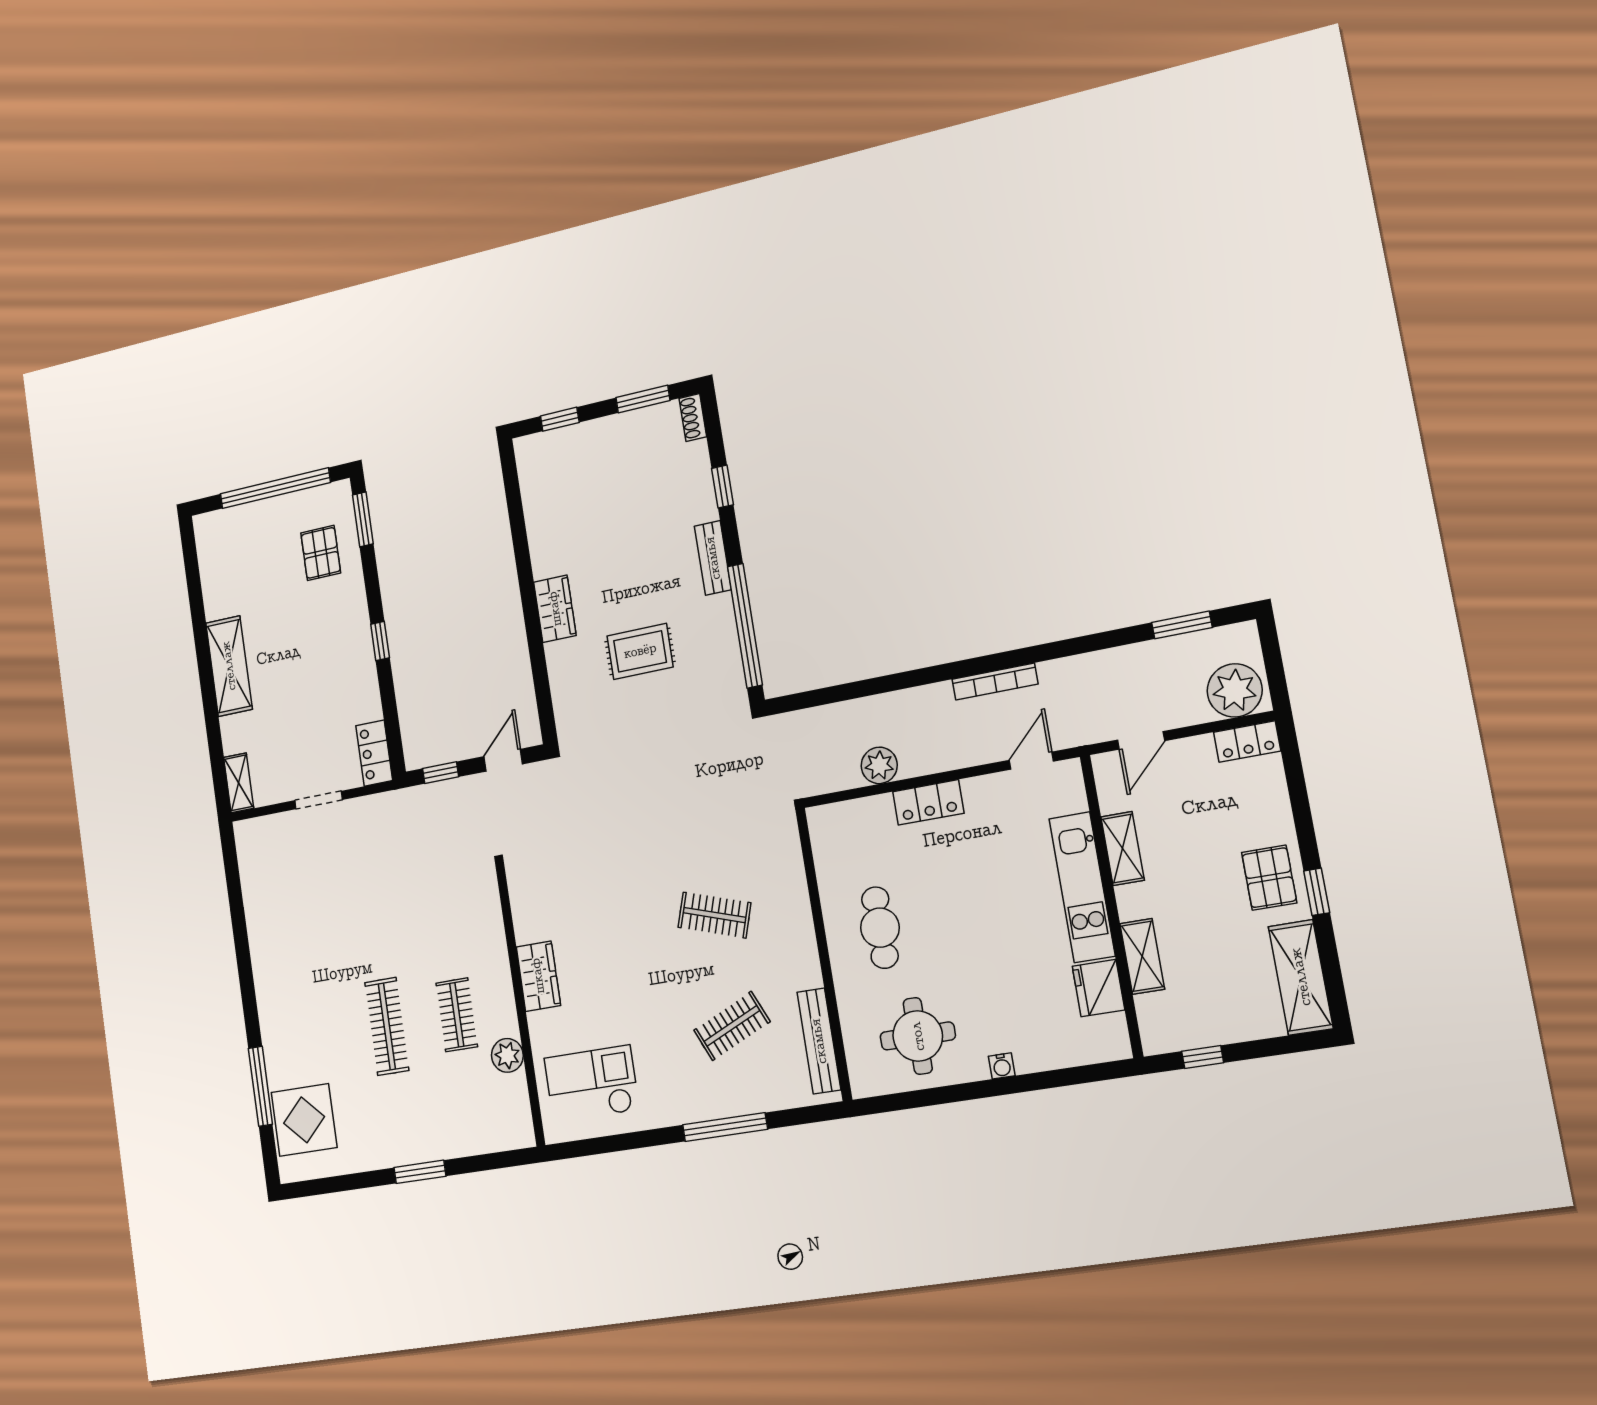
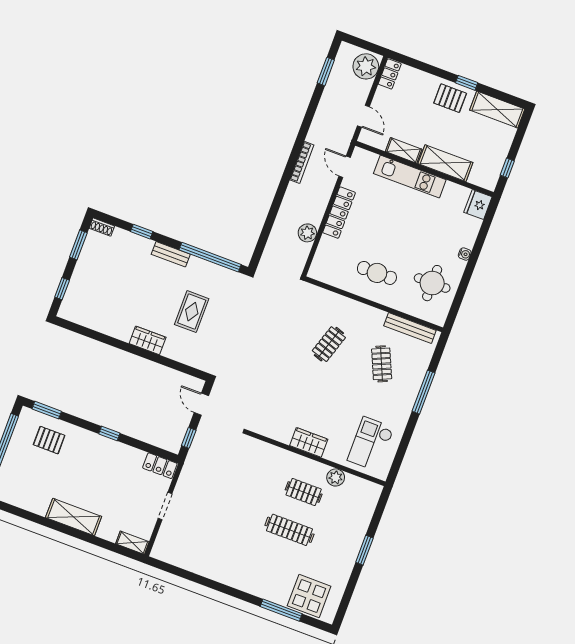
locker: (928, 802) -> (339, 213), width x1.53
shelving: (1142, 956) -> (445, 163), width x1.50, depth x1.33
fridge: (1098, 988) -> (478, 205), moved, turned 90

